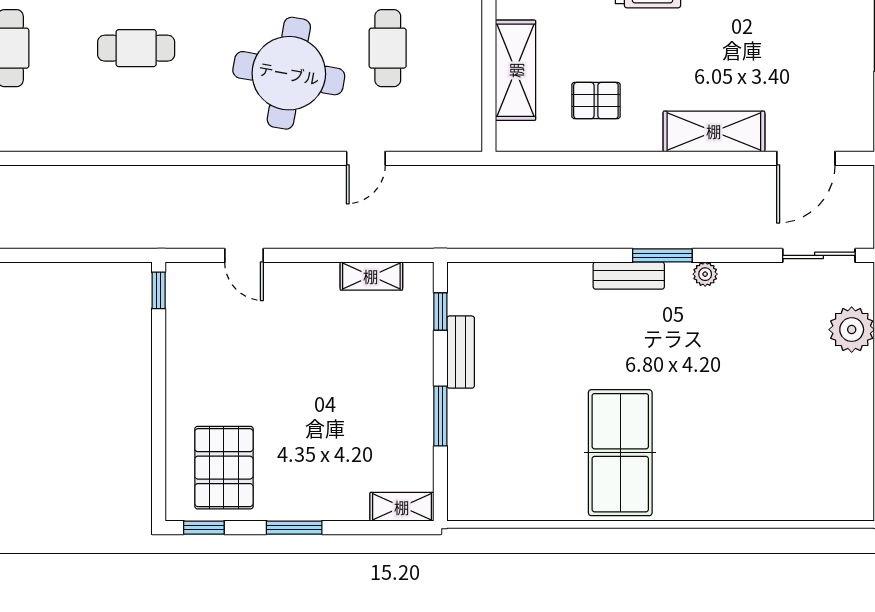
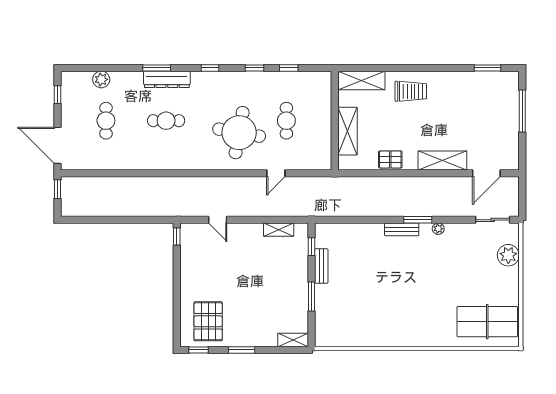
pallet: (596, 101) -> (390, 159), moved
table tennis table: (620, 453) -> (487, 322), moved, turned 90

